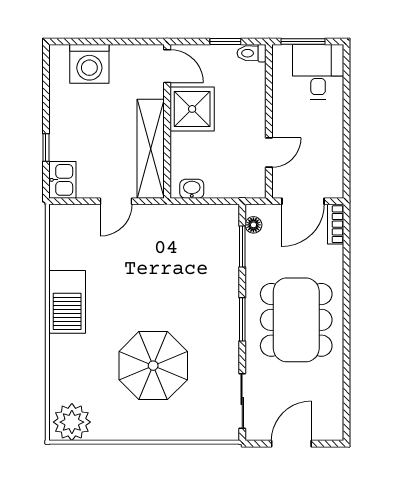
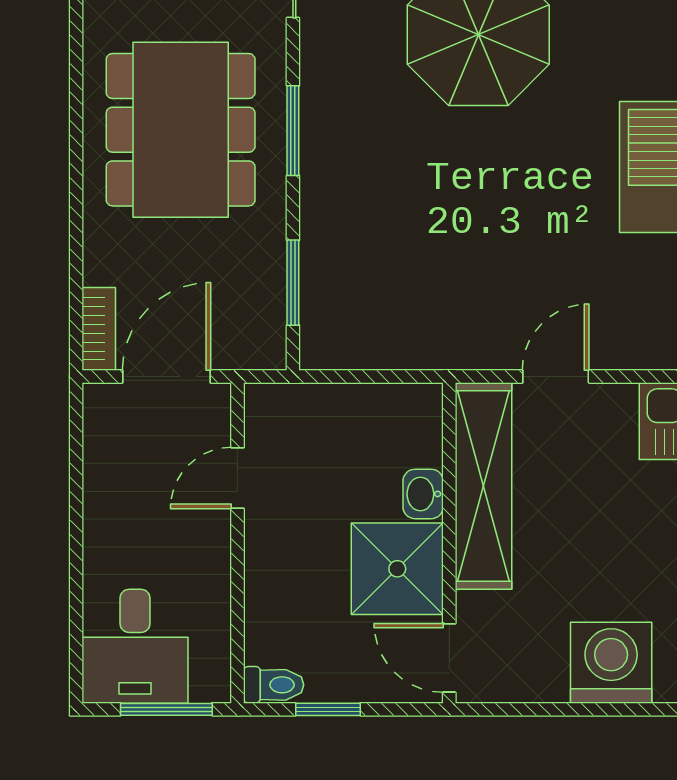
washbasin: (192, 189) -> (423, 494), moved, turned 90
floor lamp: (253, 225) -> (270, 327), removed

